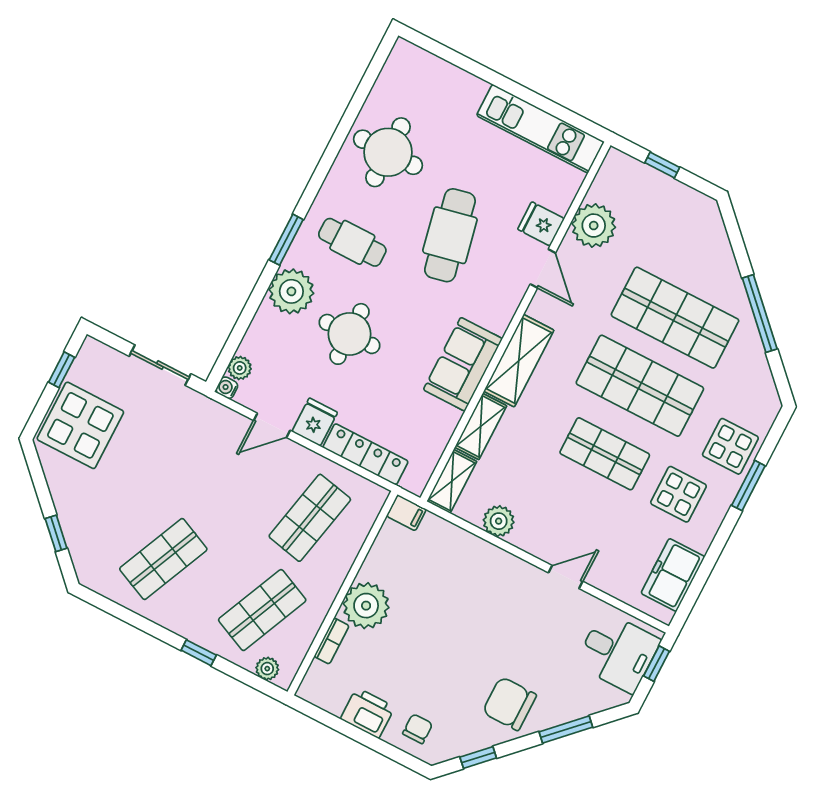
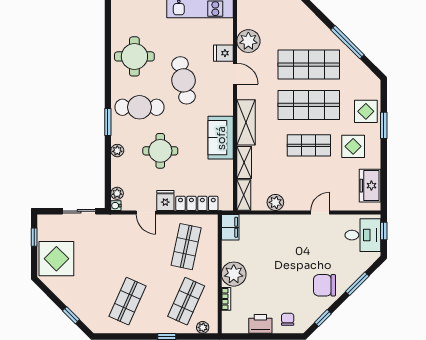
cafe table: (352, 242) -> (139, 107), width x1.37, depth x1.35
plant: (291, 291) -> (117, 151), width x0.53, depth x0.53
door: (272, 425) -> (146, 212), hinge flipped
filing cabinet: (406, 513) -> (230, 227), width x2.00

